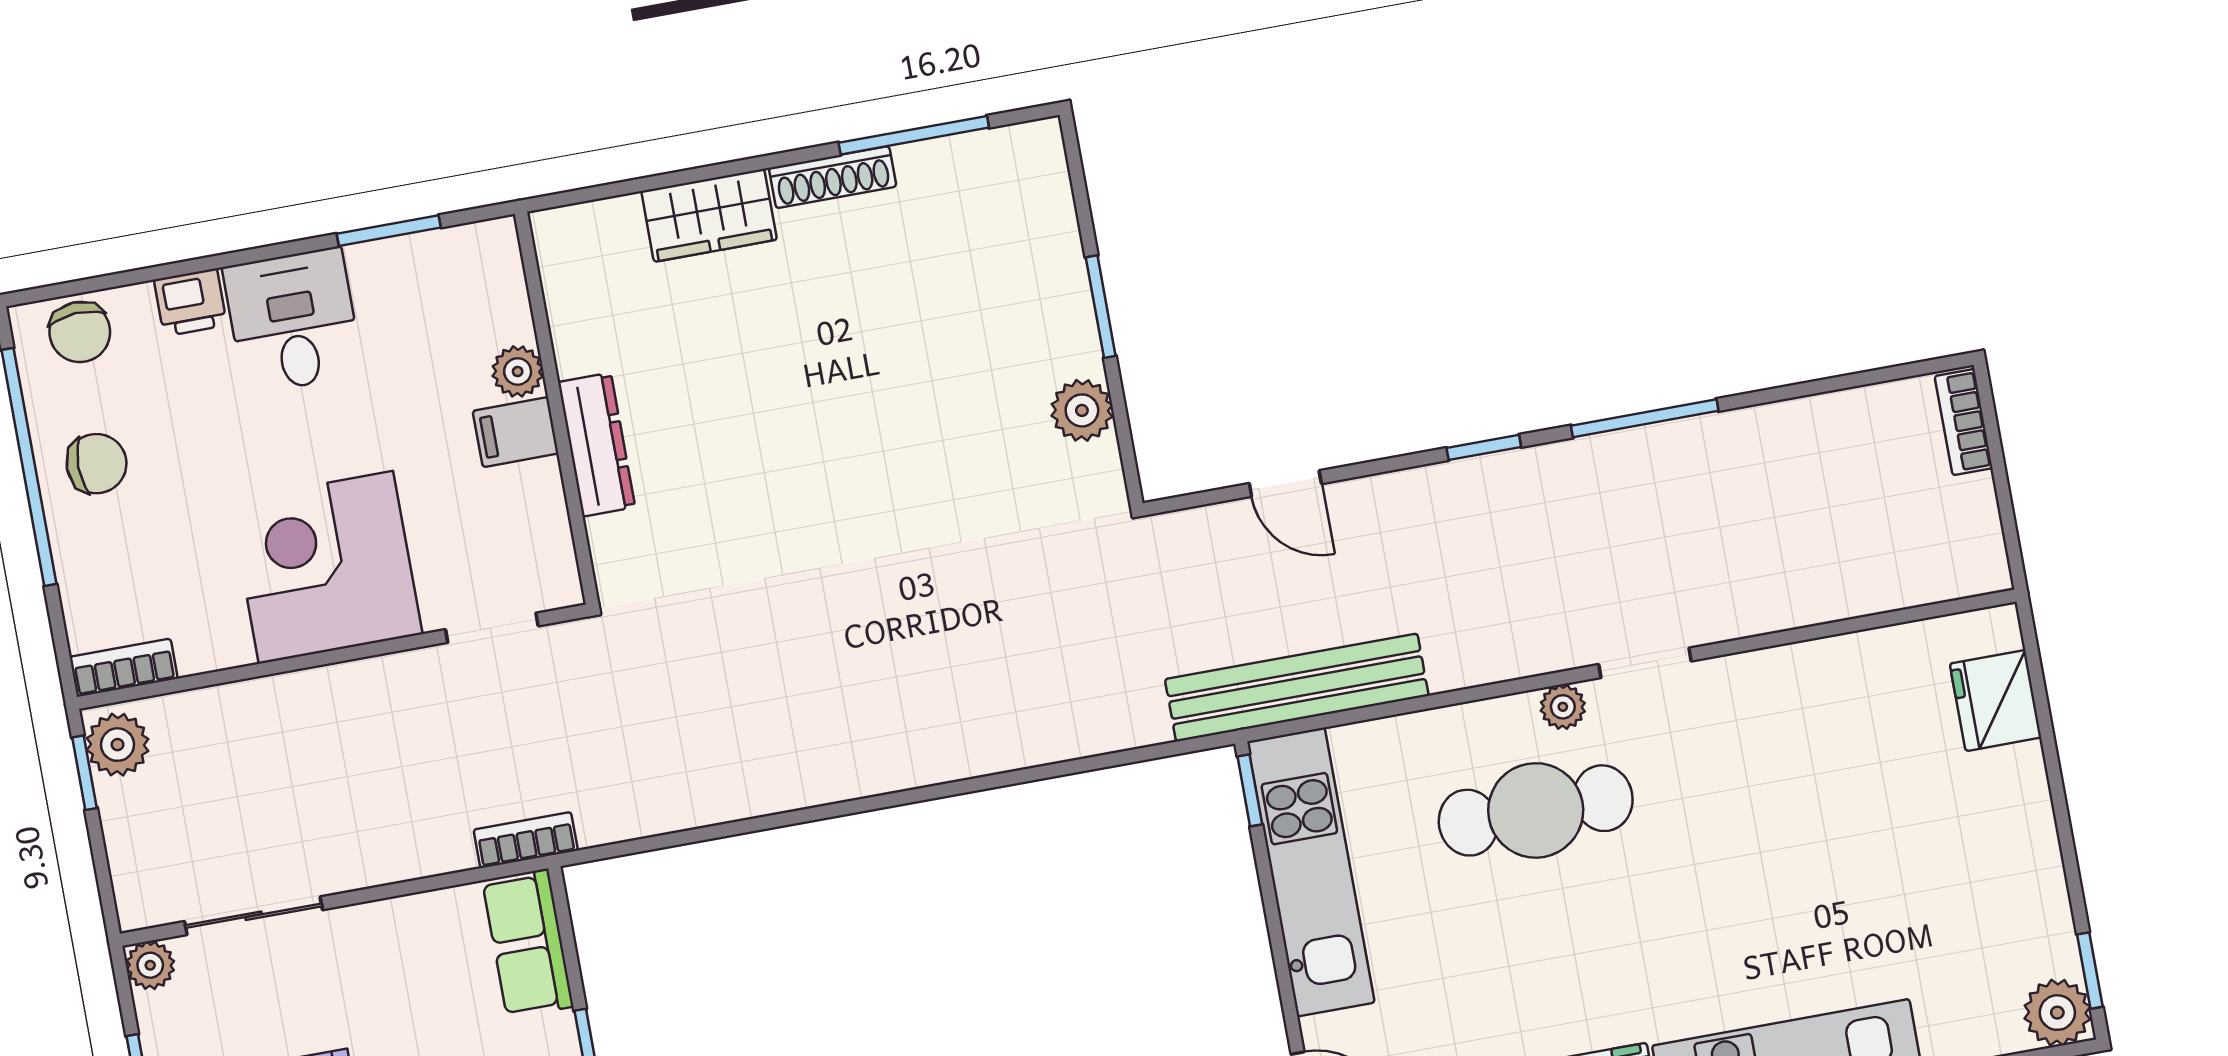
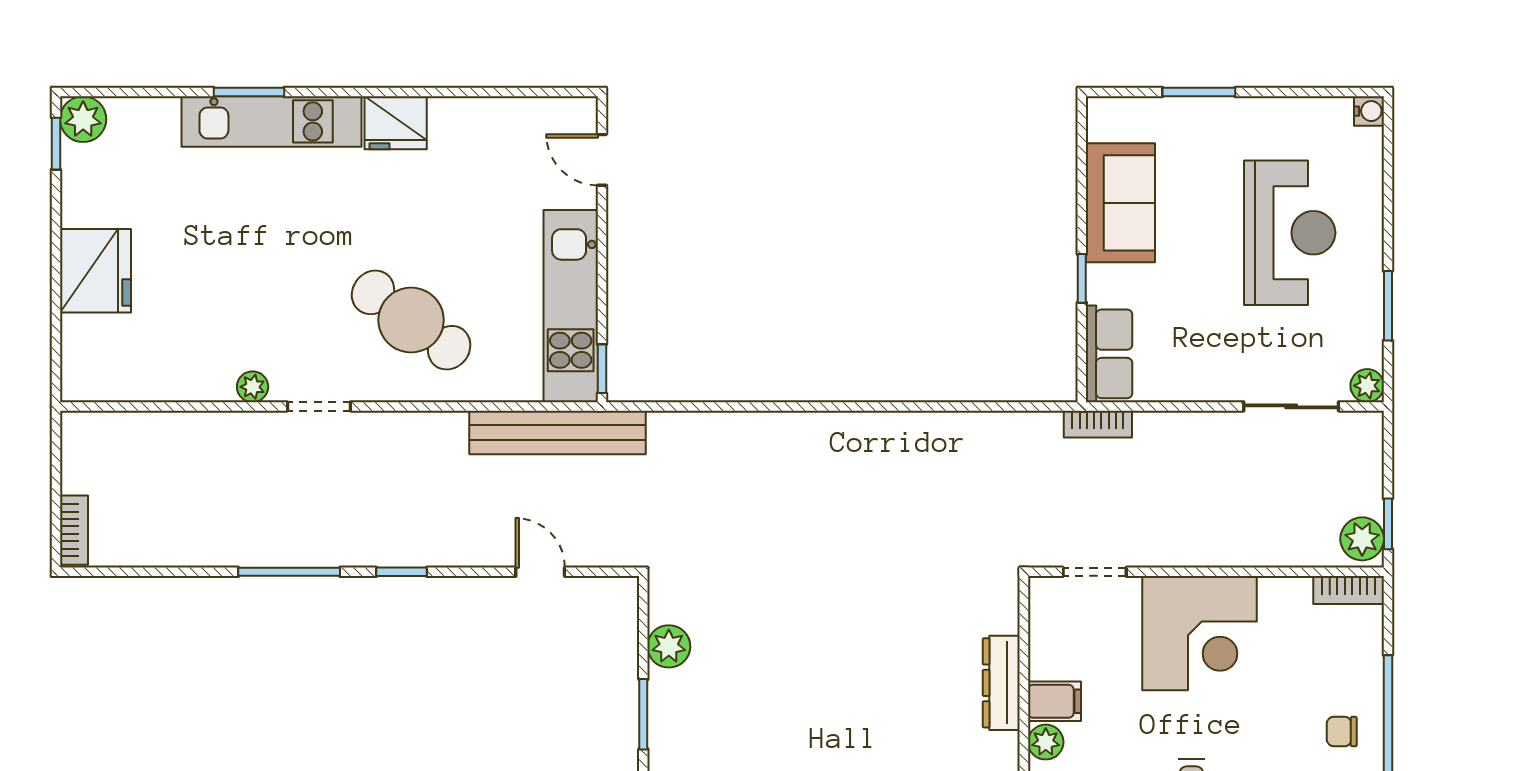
chair: (97, 464) -> (1342, 732), width x0.73, depth x0.73
fridge: (1996, 701) -> (95, 271), moved, width x1.36, depth x1.34
plant: (1563, 707) -> (253, 387), moved
cafe table: (1536, 810) -> (411, 320), turned 36

